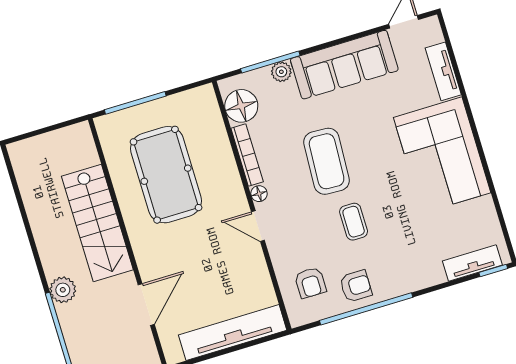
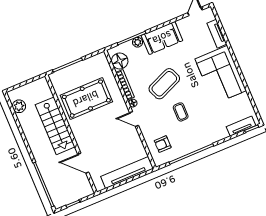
sofa: (344, 65) -> (162, 38), width x0.73
coffee table: (327, 161) -> (164, 84), turned 64
pool table: (166, 175) -> (86, 99), turned 90
armchair: (310, 283) -> (163, 144), turned 90
armchair: (356, 286) -> (185, 143), removed
plant: (63, 290) -> (19, 106), moved
door: (146, 305) -> (83, 163), swing flipped

